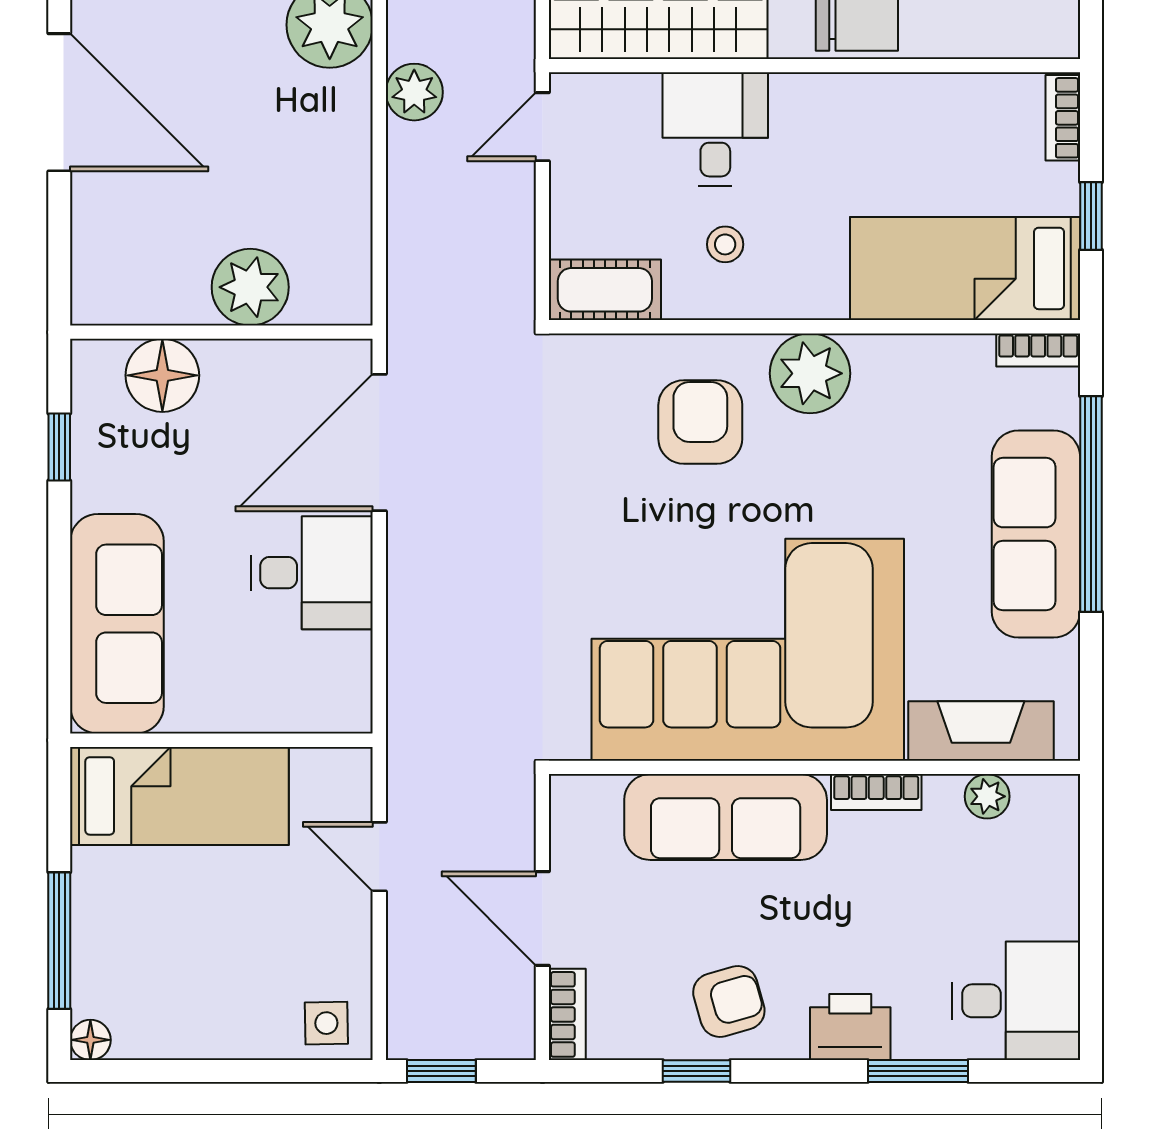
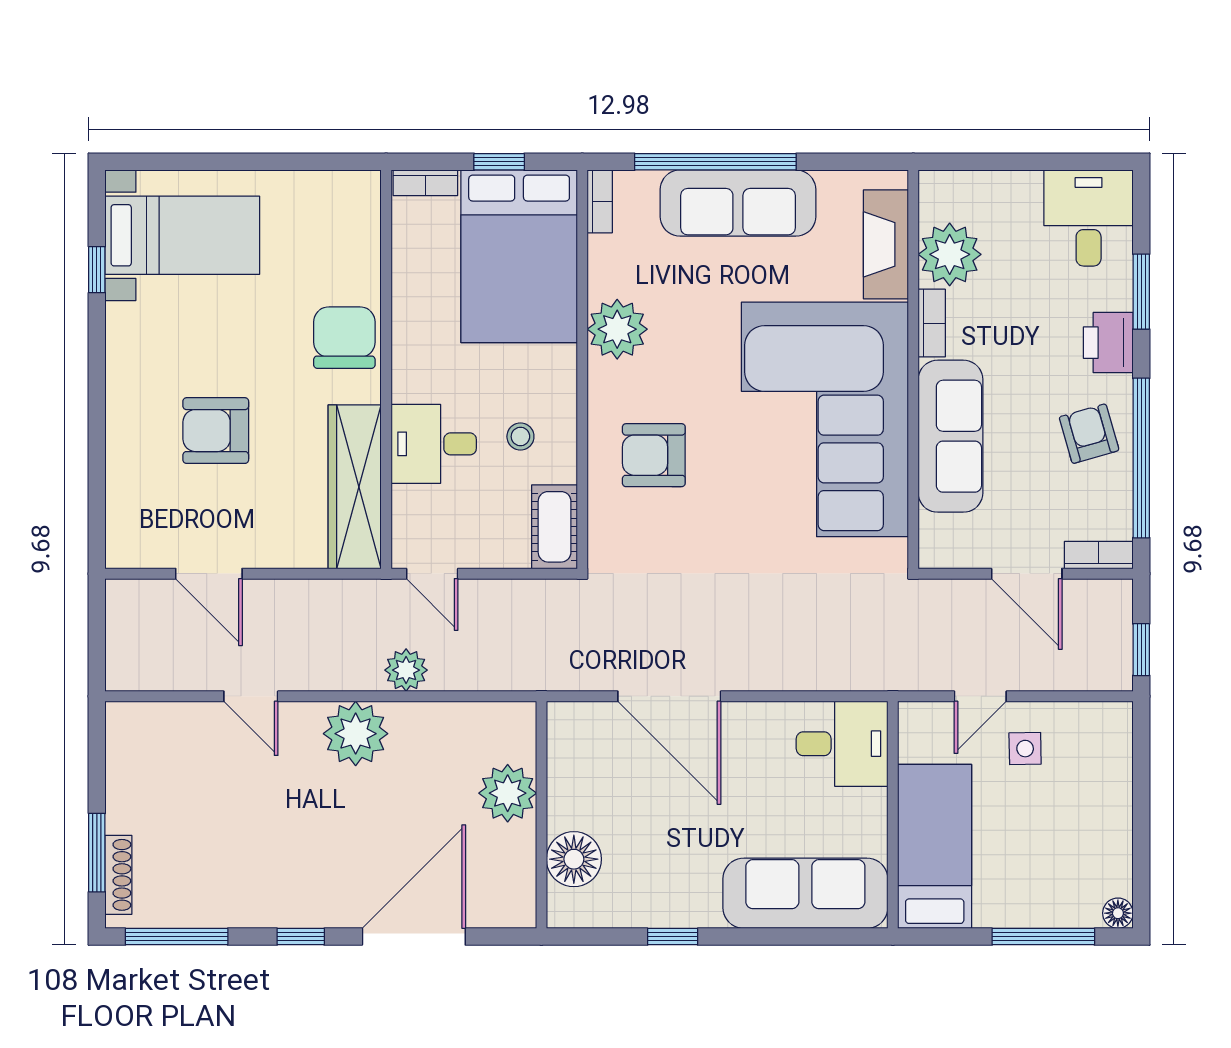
bed: (965, 268) -> (519, 256), width x1.50
plant: (250, 287) -> (508, 793), moved
wall: (221, 332) -> (541, 815), moved
plant: (810, 373) -> (617, 329), moved
floor lamp: (162, 375) -> (574, 859), moved
desk: (312, 573) -> (842, 744), moved, turned 90
plant: (987, 796) -> (950, 254), width x1.87, depth x1.87
door: (542, 919) -> (1027, 574), hinge flipped
side table: (326, 1023) -> (1025, 749), moved
window: (697, 1071) -> (1141, 458), width x3.17

